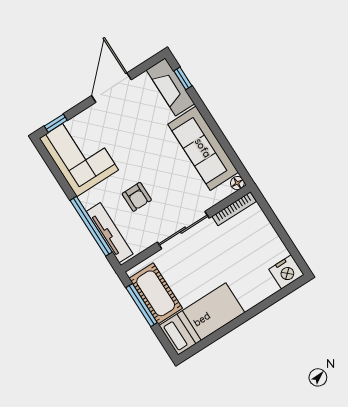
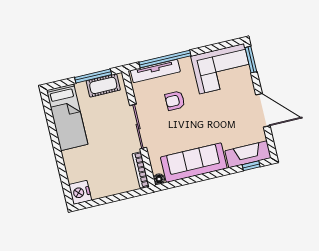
window: (56, 123) -> (251, 60), width x1.50
cot: (156, 293) -> (103, 85), width x0.73, depth x0.75

